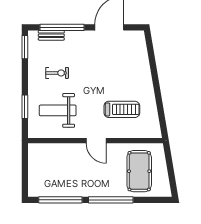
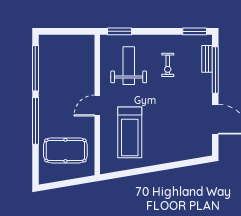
window: (25, 107) -> (120, 31), moved
treadmill: (122, 109) -> (130, 132), width x1.37, depth x1.38

